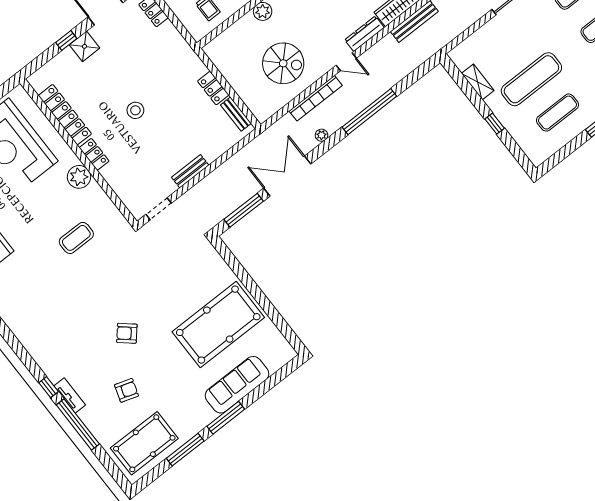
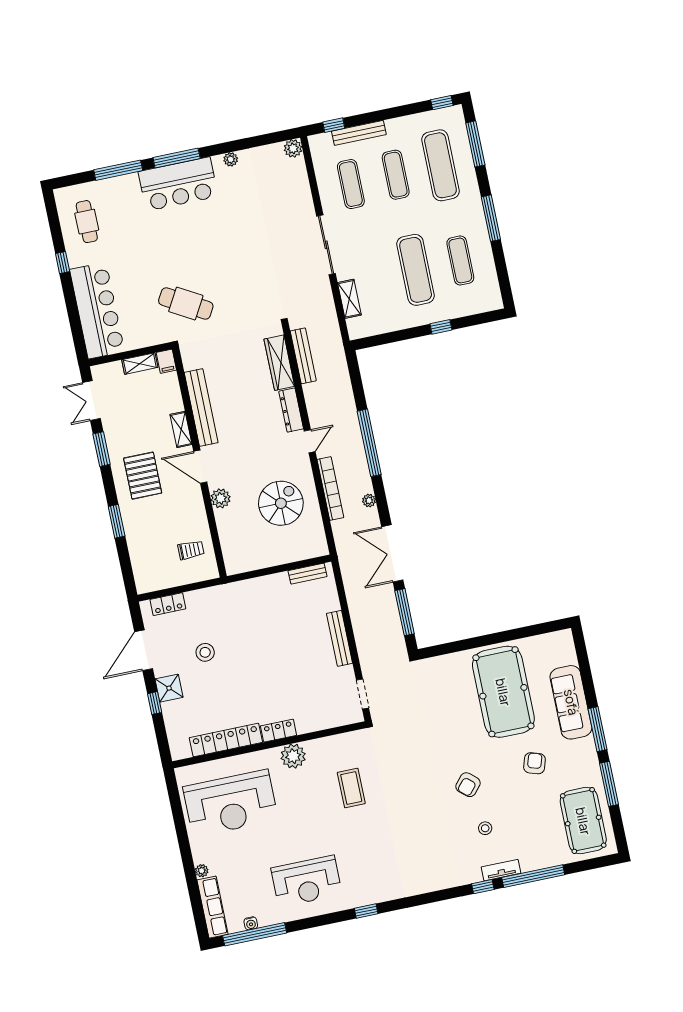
shelving: (478, 82) -> (349, 299), moved, turned 90
locker: (213, 88) -> (271, 583), removed
stool: (135, 110) -> (205, 652), moved
bench: (190, 171) -> (339, 638), width x1.36
stool: (98, 365) -> (485, 828), added
armchair: (127, 390) -> (534, 763), moved

